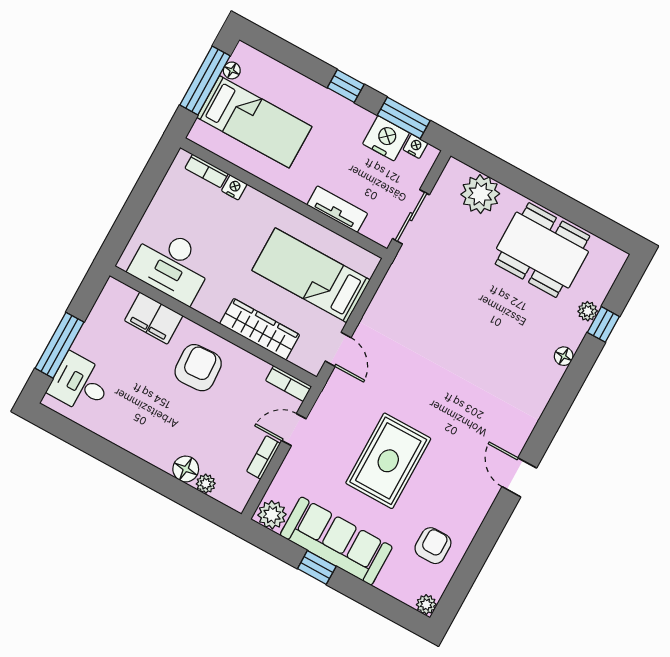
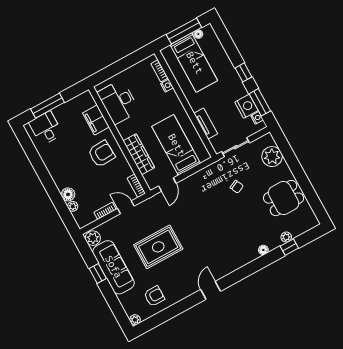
dining table: (542, 250) -> (284, 198), width x0.73
chair: (454, 280) -> (237, 187), added

